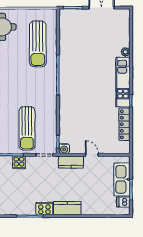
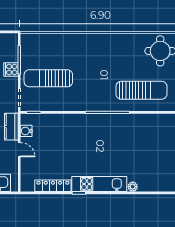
sun lounger: (38, 44) -> (141, 90), turned 180
water cooler: (64, 149) -> (26, 131), moved
door: (92, 155) -> (19, 150), hinge flipped

